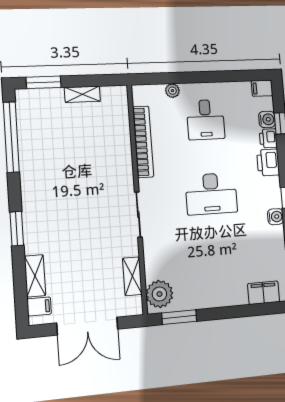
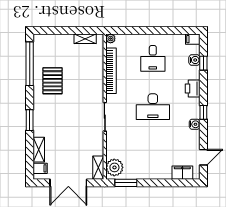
window: (44, 82) -> (51, 30), removed
plant: (172, 91) -> (111, 39), moved
shelving: (82, 94) -> (85, 39), moved
printer: (268, 138) -> (194, 73), removed
pallet: (51, 162) -> (53, 81), added
shelving: (132, 276) -> (98, 168), moved

